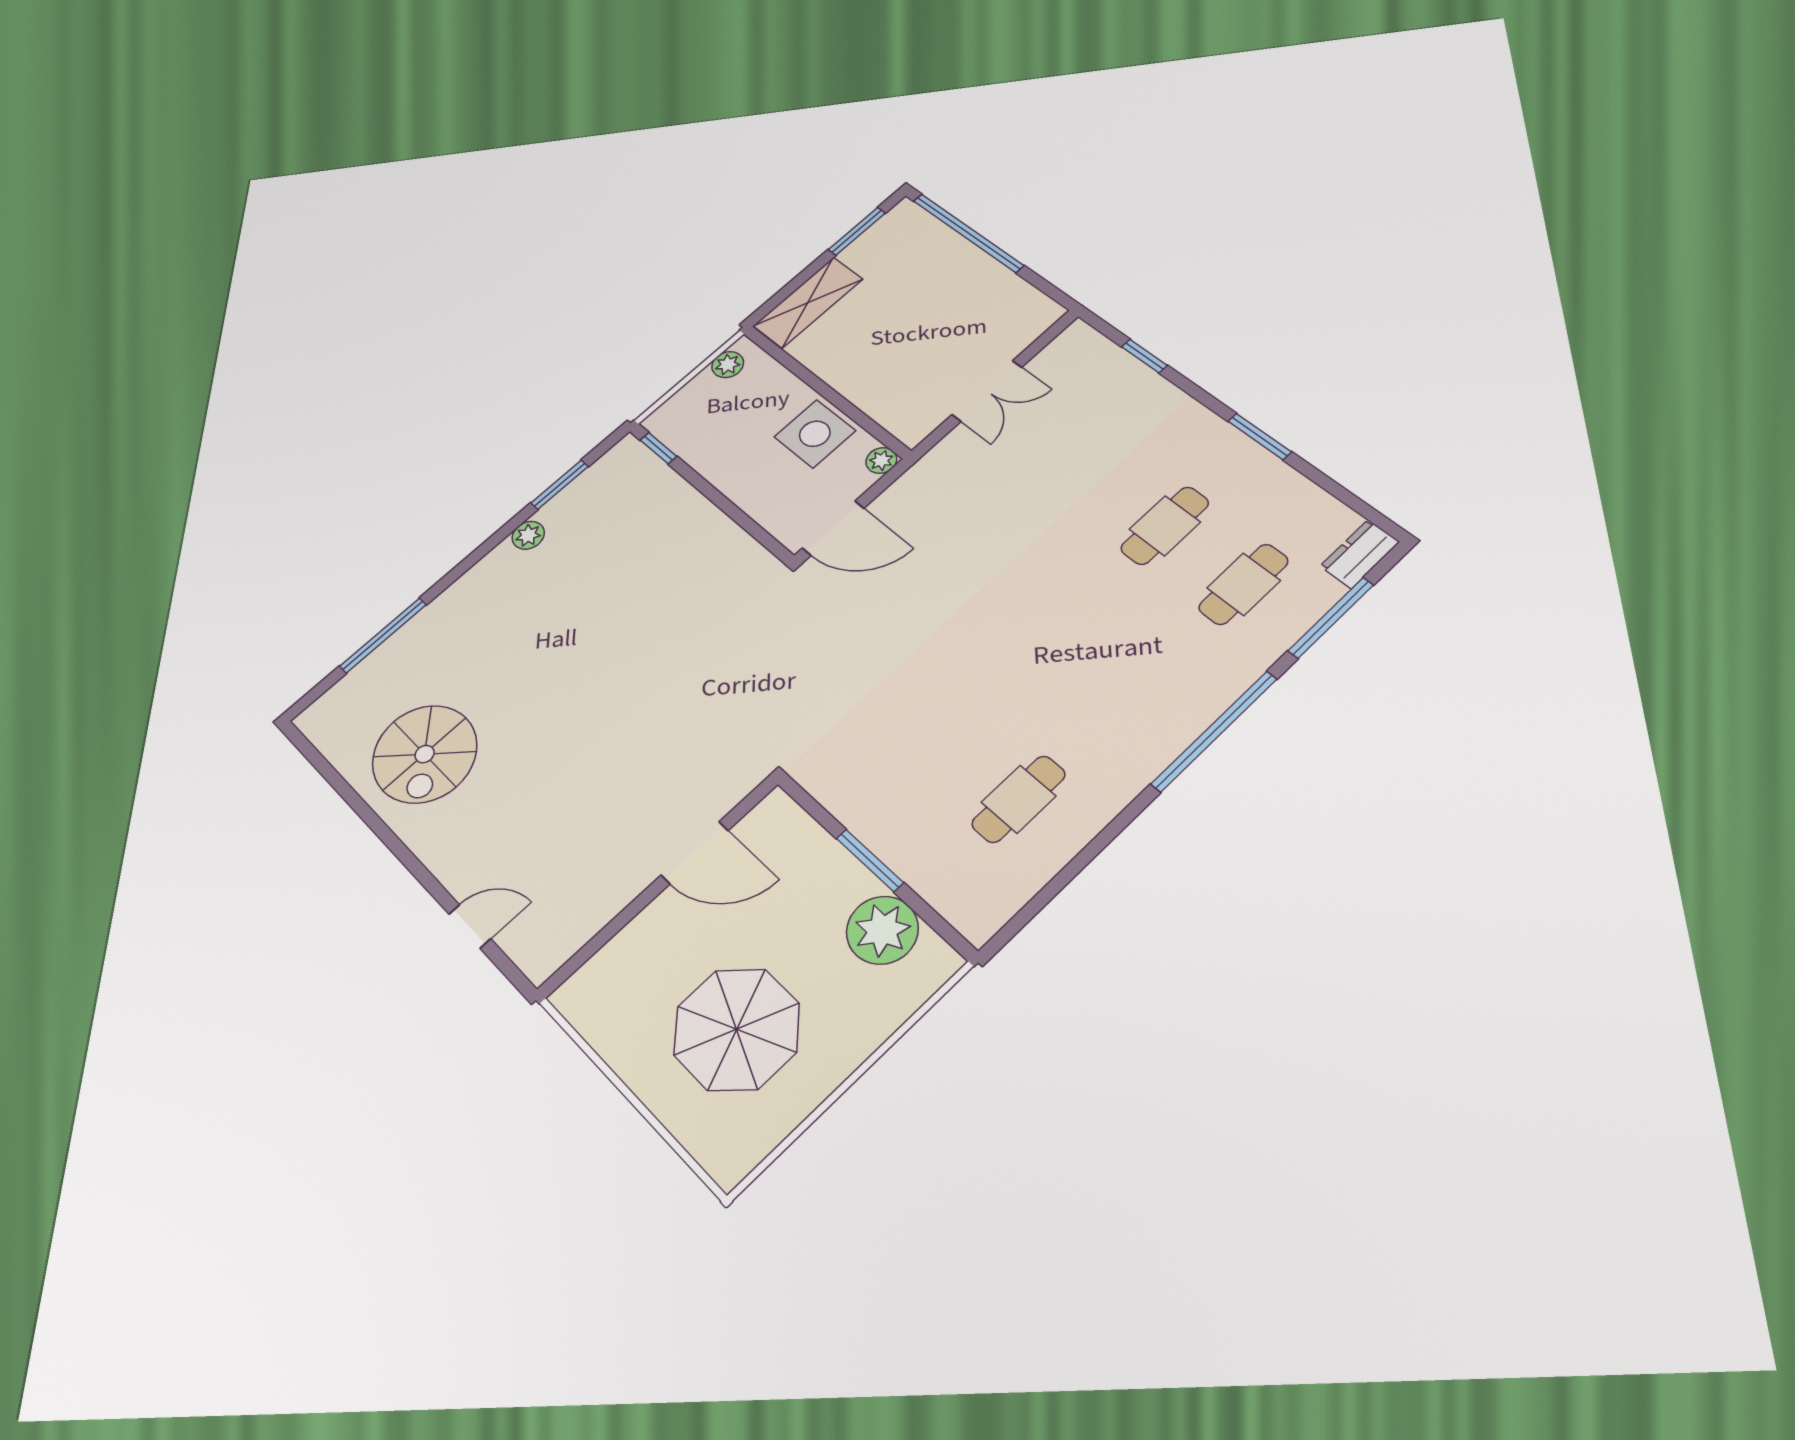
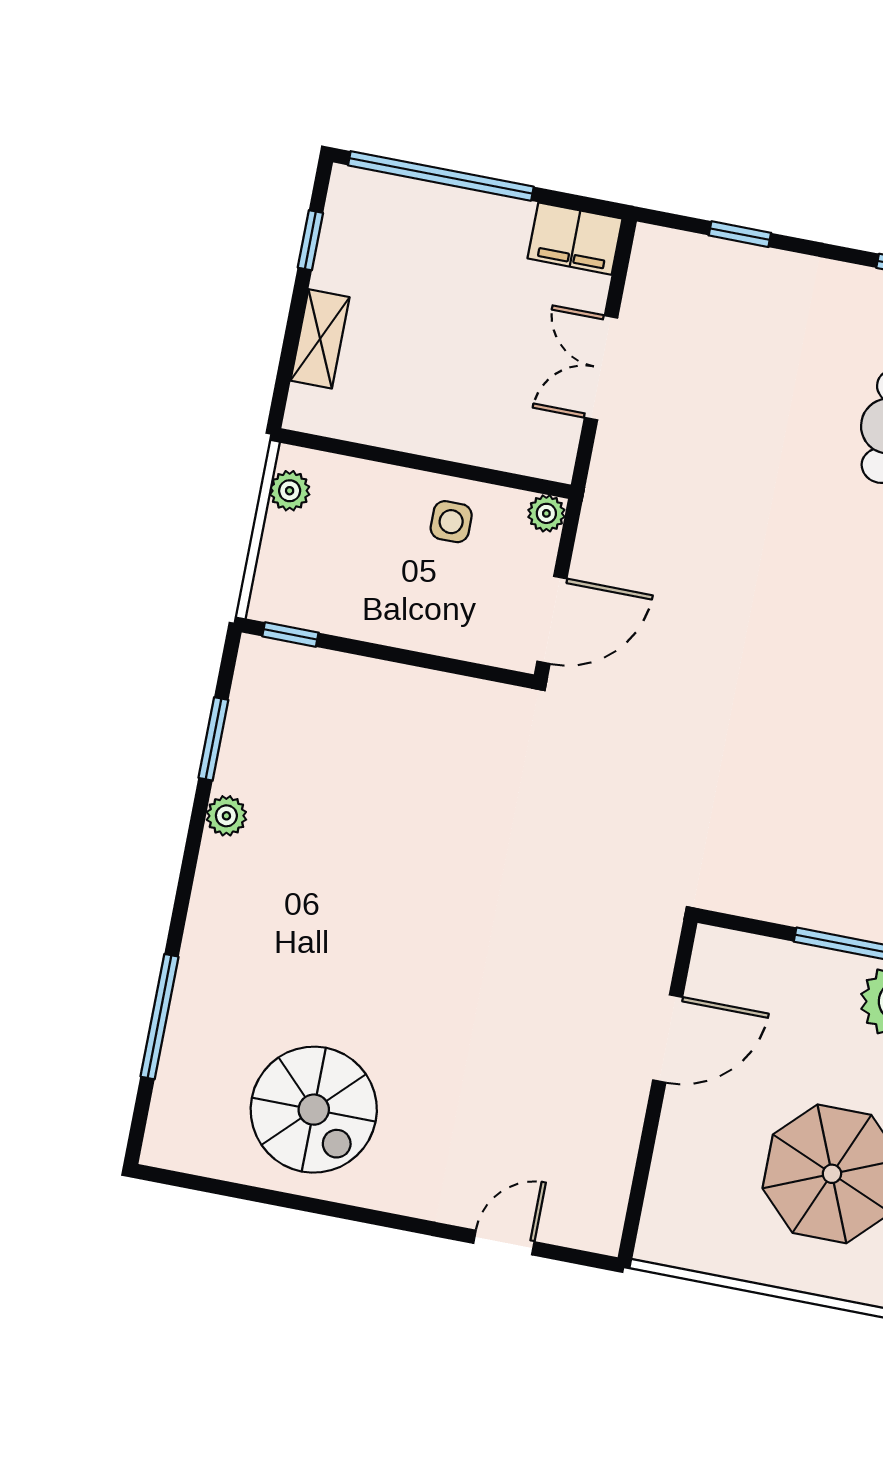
window: (857, 231) -> (310, 240), width x0.67
shelving: (808, 302) -> (320, 339), width x0.67, depth x0.75
filing cabinet: (1028, 307) -> (575, 239), added
double door: (987, 391) -> (601, 368), swing flipped
side table: (815, 434) -> (451, 522), width x0.54, depth x0.54

